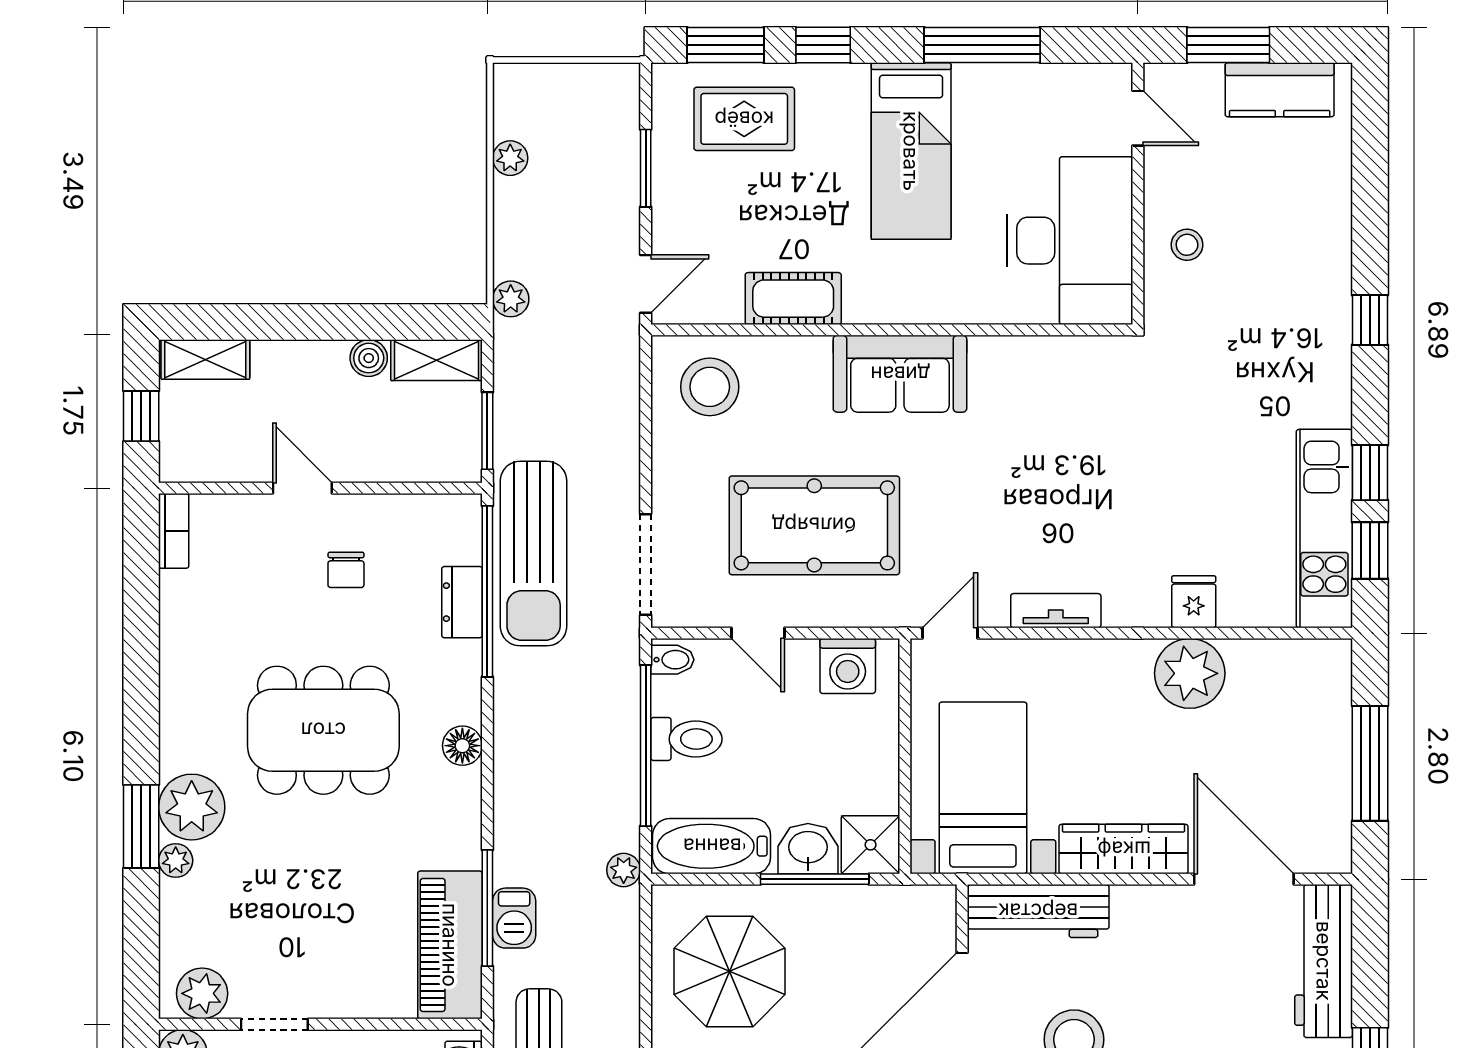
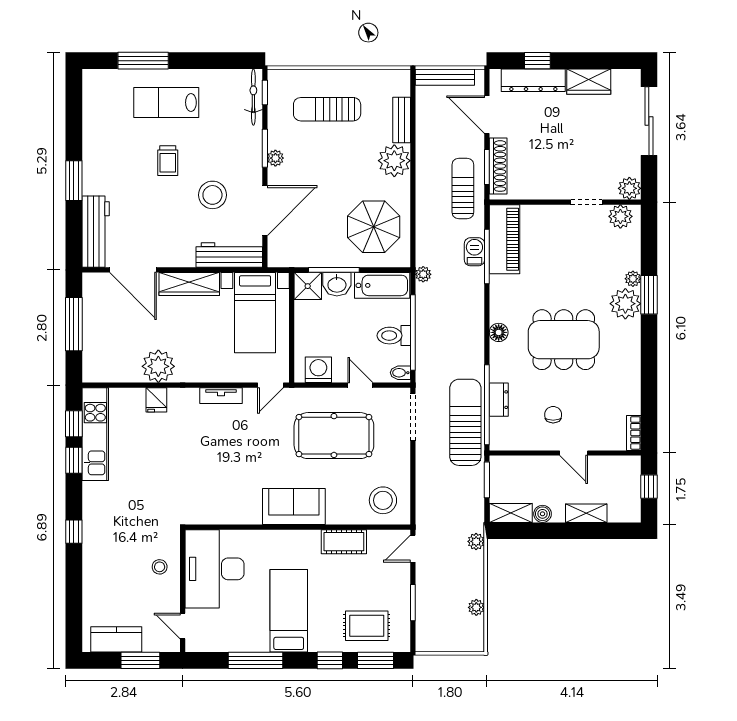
shelving: (205, 359) -> (586, 513), moved

